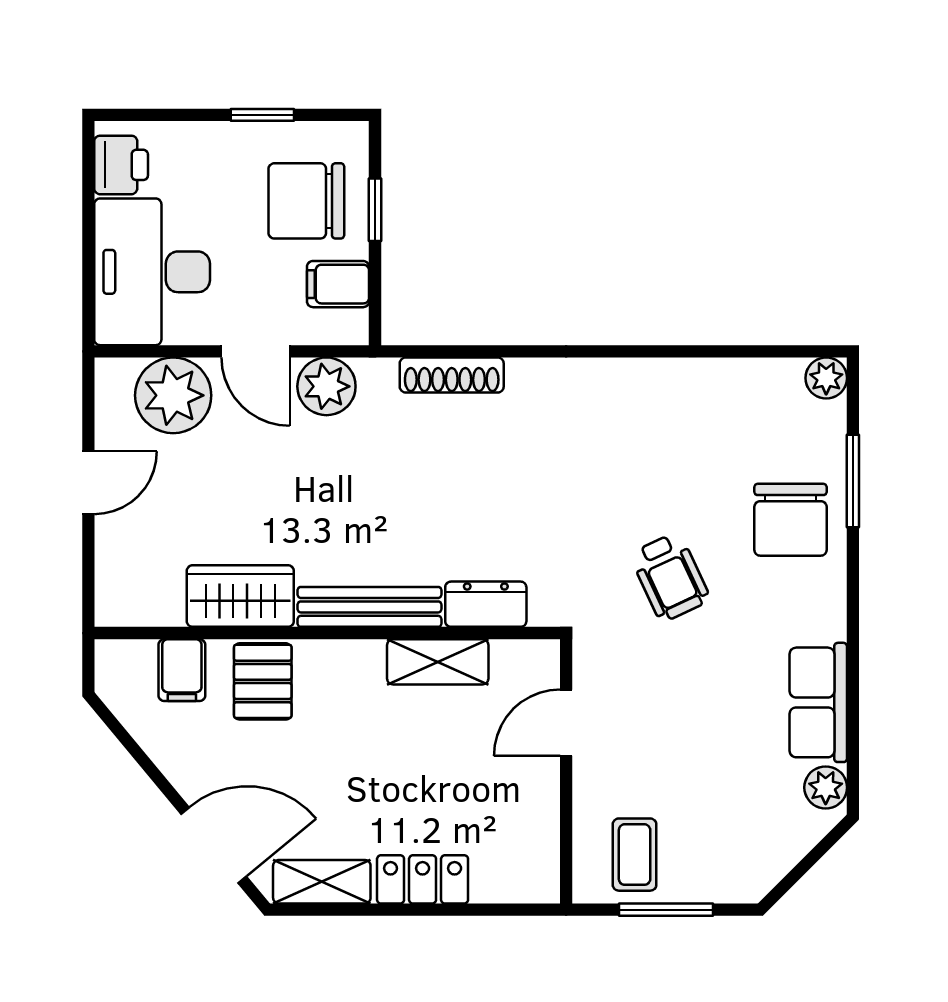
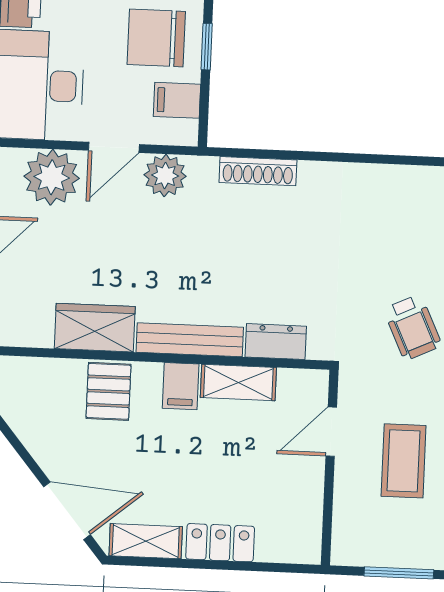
door: (256, 351) -> (114, 147), hinge flipped
filing cabinet: (182, 670) -> (181, 386), moved
coffee table: (635, 855) -> (404, 461), moved, width x1.36, depth x1.30

